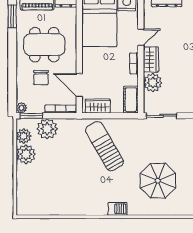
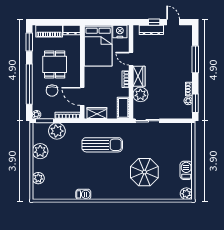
door: (141, 37) -> (131, 59), swing flipped
dining table: (44, 45) -> (55, 64), width x0.73
window: (12, 69) -> (29, 84), added
plant: (24, 136) -> (38, 178), moved
sun lounger: (104, 146) -> (102, 145), turned 120
barbecue: (117, 209) -> (83, 194), moved

